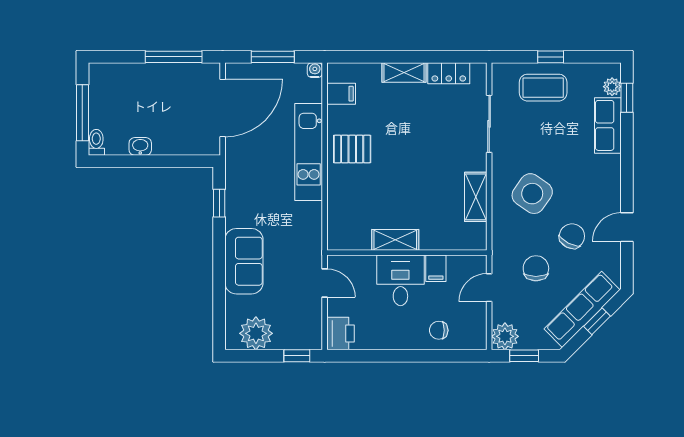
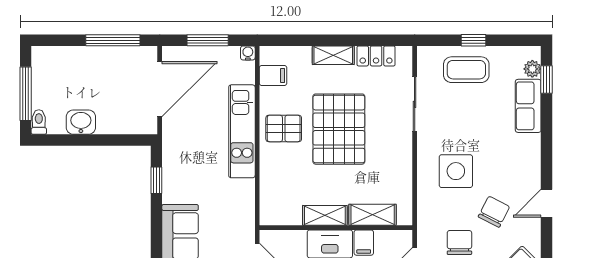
washbasin: (140, 146) -> (81, 122), width x1.38, depth x1.45
pallet: (410, 150) -> (339, 129), added
side table: (532, 194) -> (456, 171), turned -35
shelving: (476, 197) -> (373, 215), moved, turned 90

